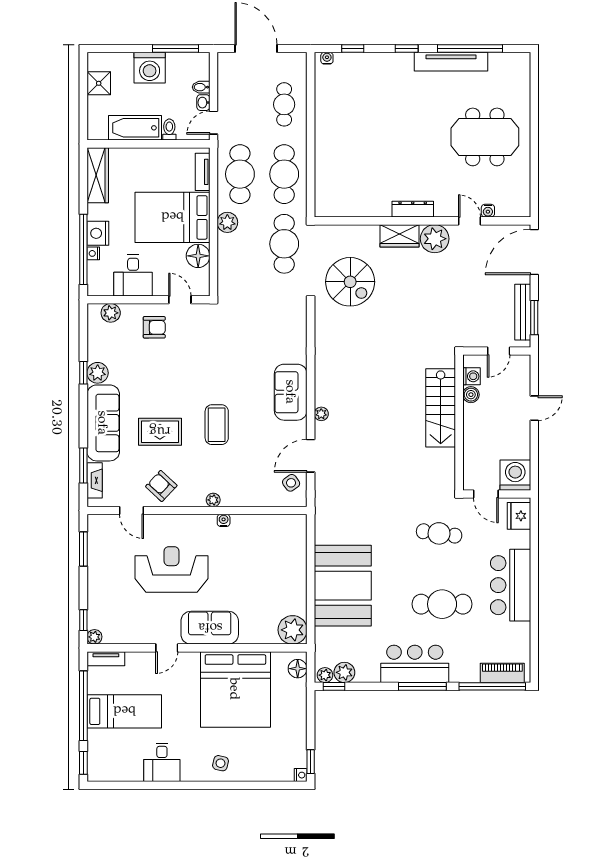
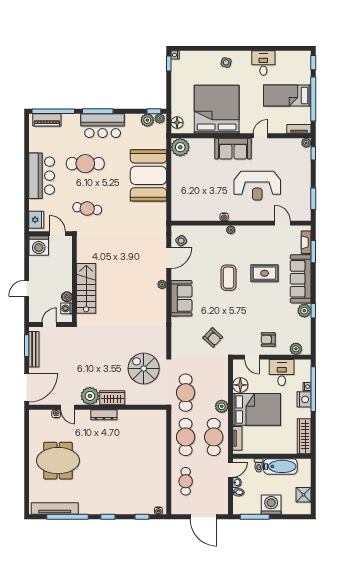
tv unit: (451, 62) -> (55, 508), moved
armchair: (161, 486) -> (213, 337), moved

